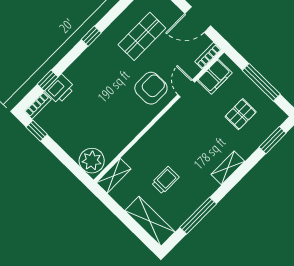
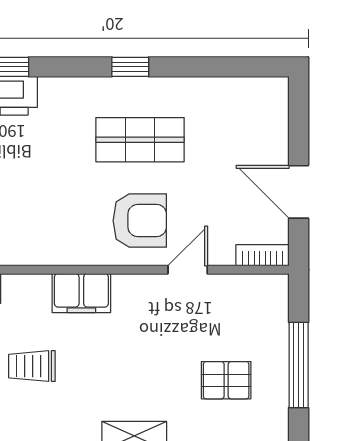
shop shelf: (142, 36) -> (140, 140), moved
filing cabinet: (215, 77) -> (81, 293), moved
trolley: (165, 180) -> (32, 366), turned 180

